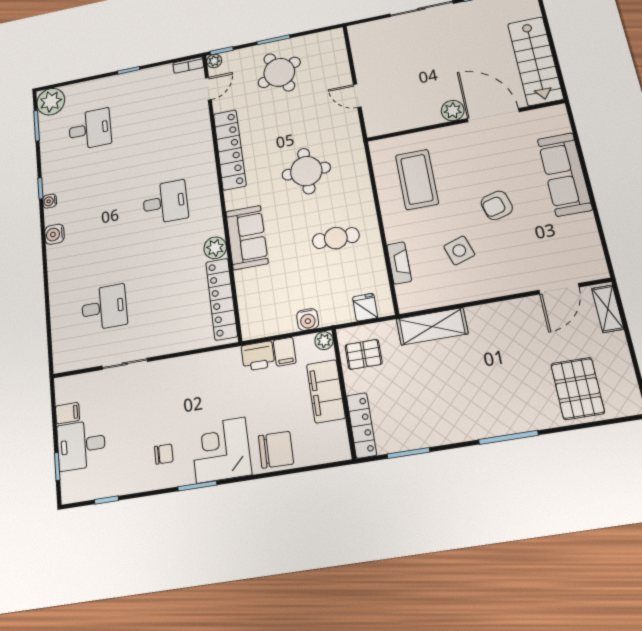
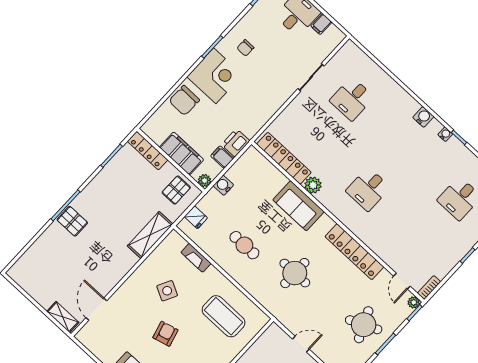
cafe table: (336, 238) -> (244, 245), turned 90
side table: (459, 250) -> (167, 291), turned 45
pallet: (578, 388) -> (72, 221), moved, width x0.67, depth x0.71

